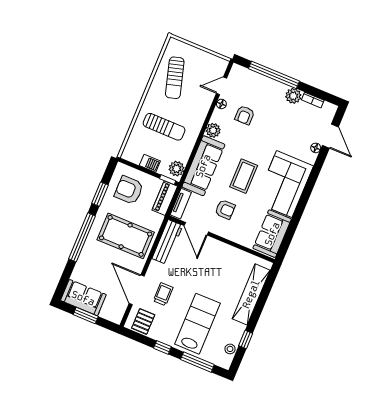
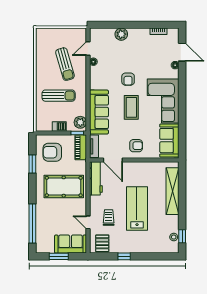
window: (274, 75) -> (123, 25), removed
sun lounger: (175, 78) -> (65, 64), moved
plant: (293, 96) -> (121, 34), moved
armchair: (245, 115) -> (128, 79), moved
plant: (213, 130) -> (95, 83), removed
armchair: (225, 209) -> (136, 146), moved
window: (82, 237) -> (32, 223), moved
door: (137, 290) -> (88, 222), width x0.53
sofa: (83, 298) -> (71, 244), moved
lab bench: (197, 324) -> (137, 209), moved
window: (246, 340) -> (182, 236), moved
window: (197, 362) -> (154, 256), removed

